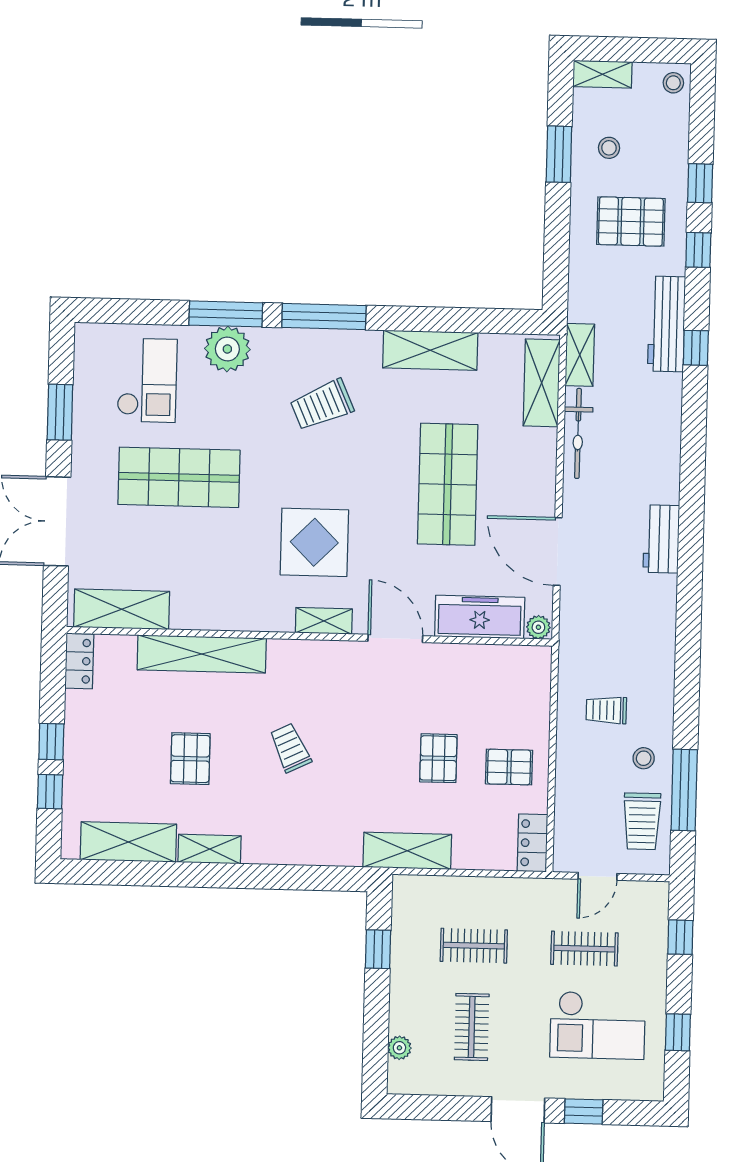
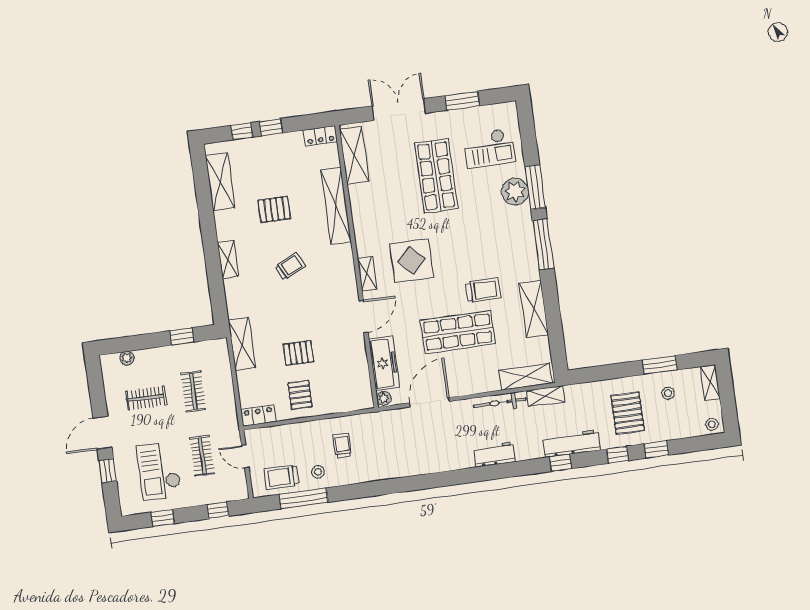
trolley: (322, 405) -> (483, 290), moved, turned 114
workbench: (661, 539) -> (494, 454), moved
shelving: (210, 849) -> (228, 260), moved

